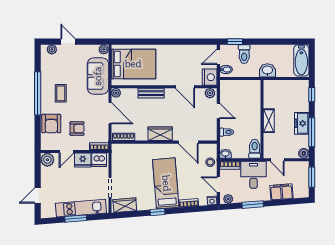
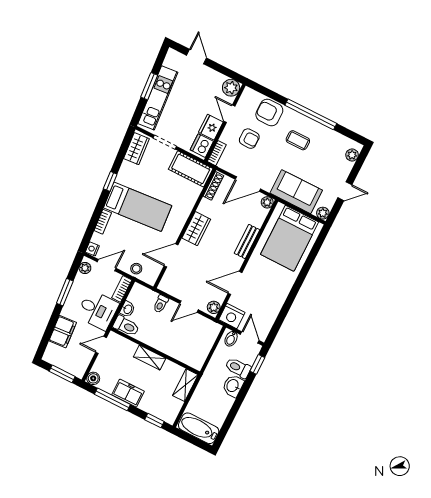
door: (68, 42) -> (345, 191), moved
washbasin: (267, 70) -> (233, 386), moved, turned 180
shelving: (275, 85) -> (185, 385), added
armchair: (77, 129) -> (249, 139), turned -90
washbasin: (225, 154) -> (128, 309), moved
cot: (120, 159) -> (191, 169), added

